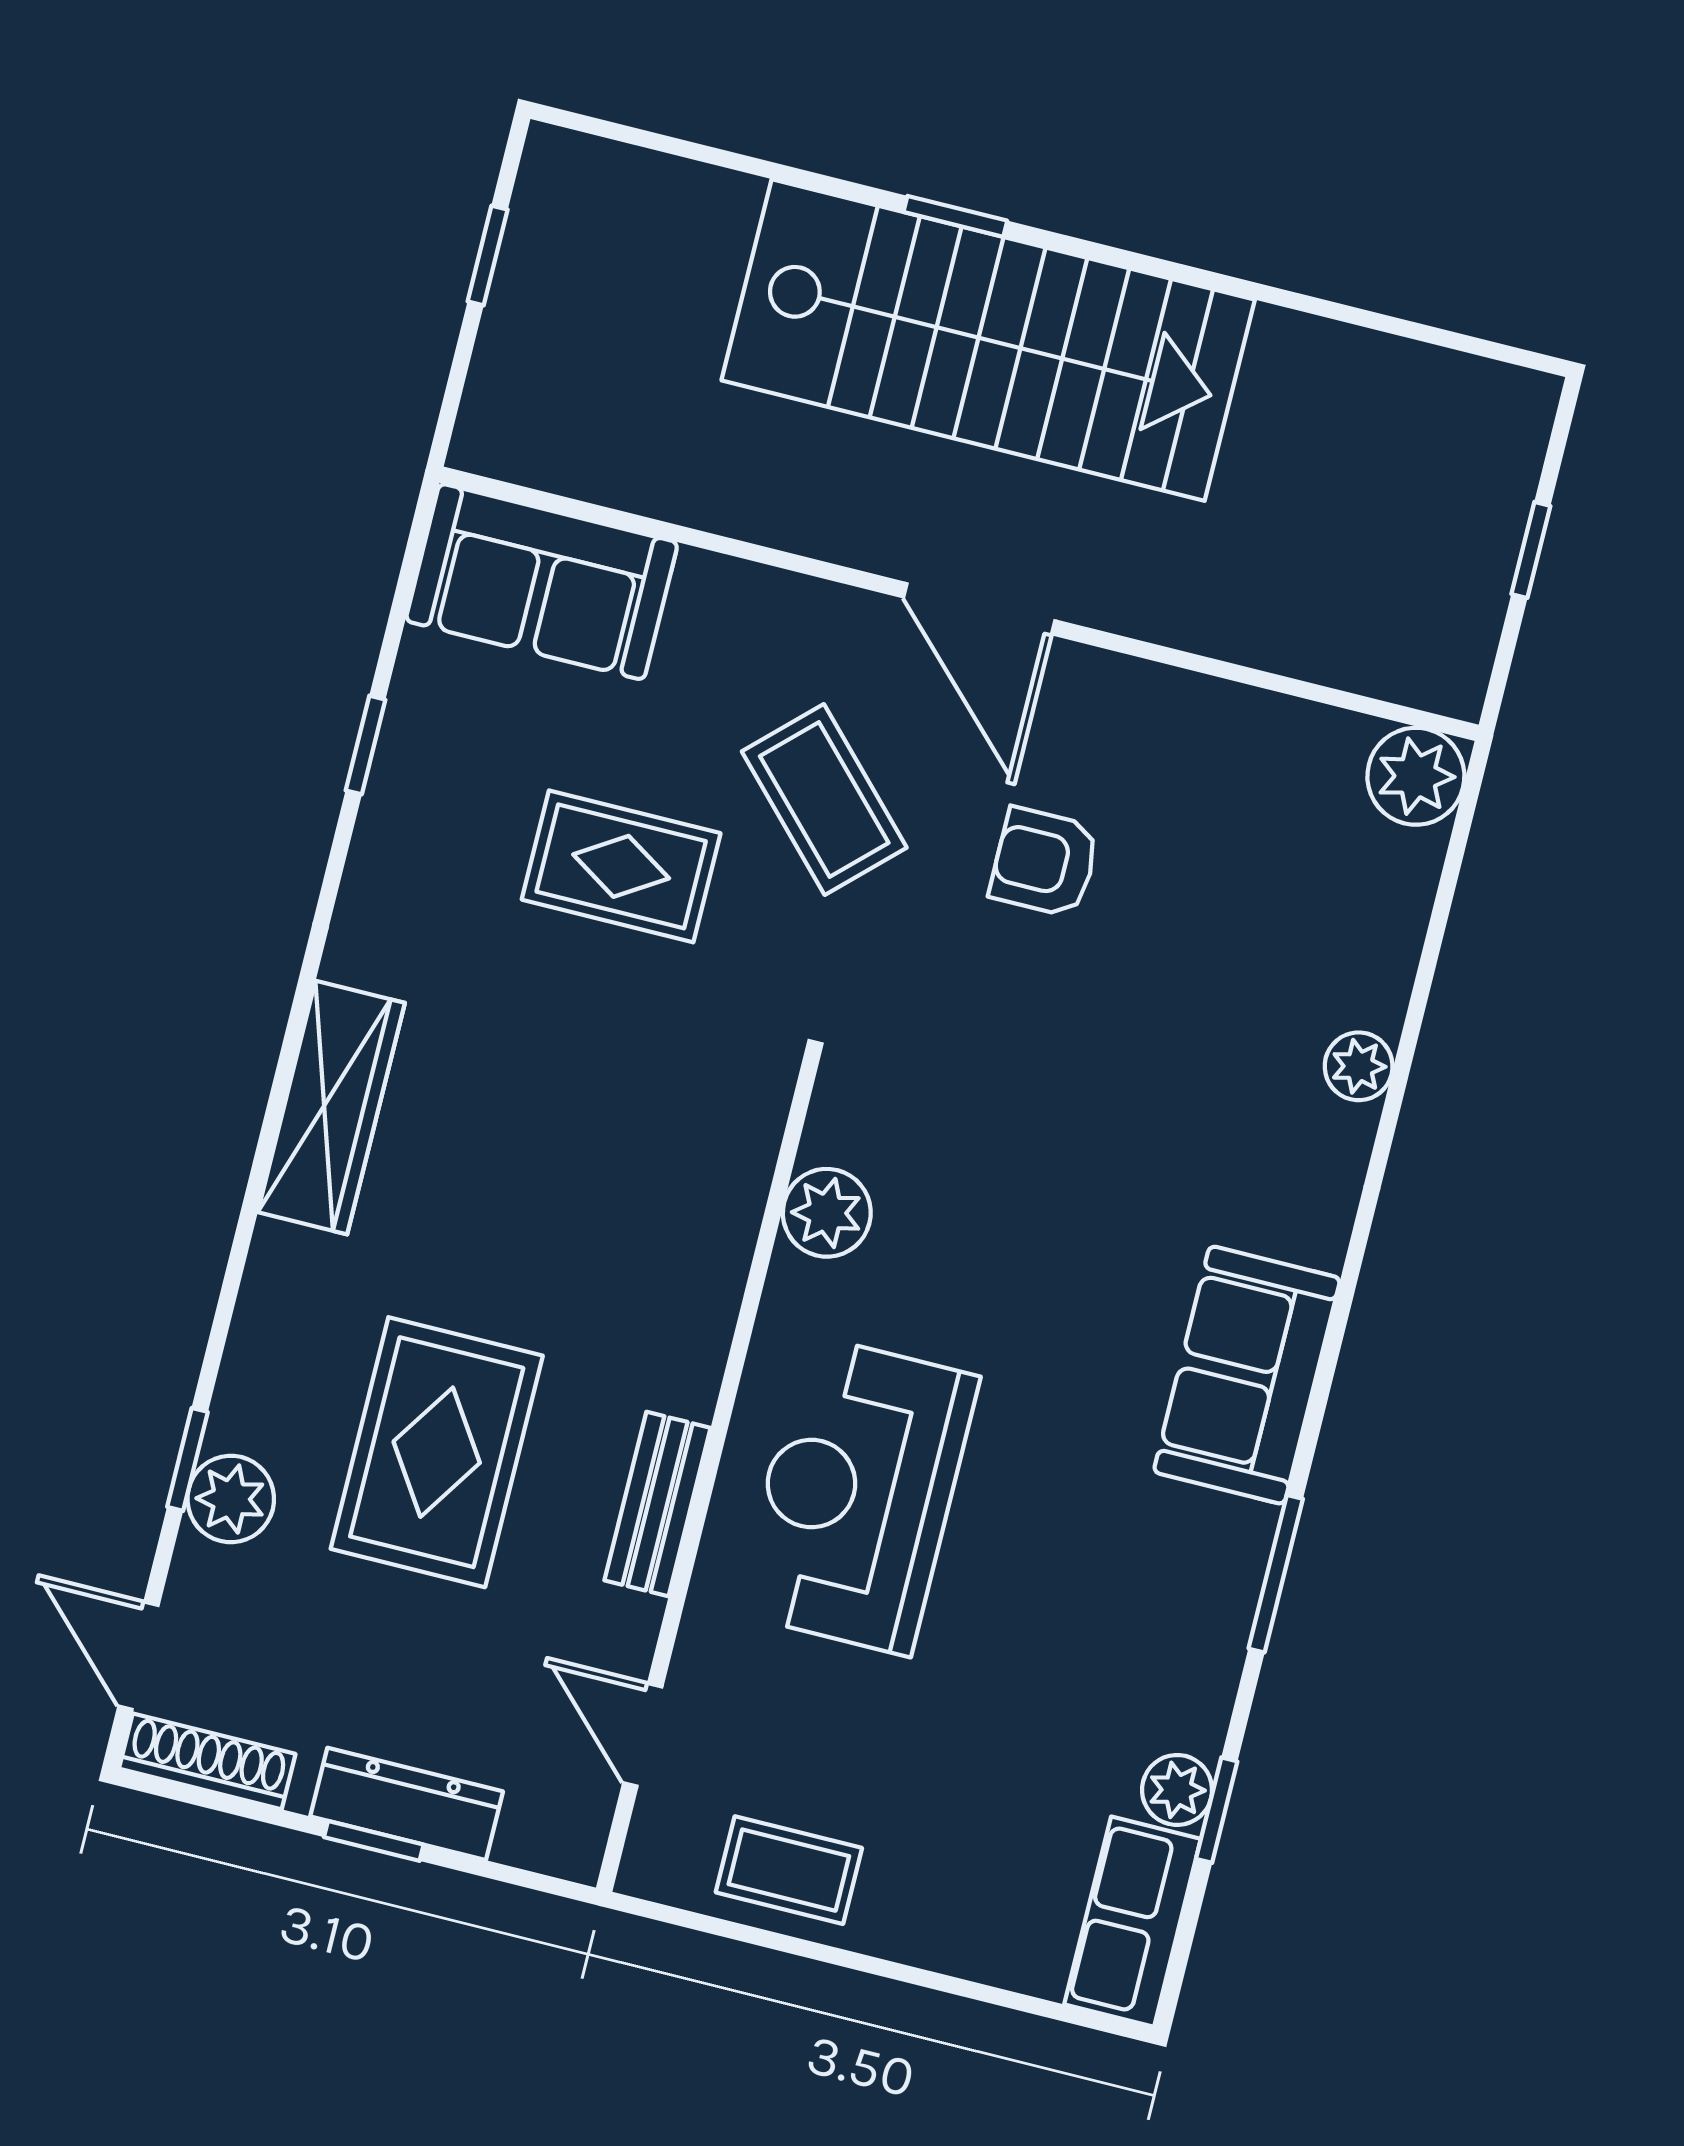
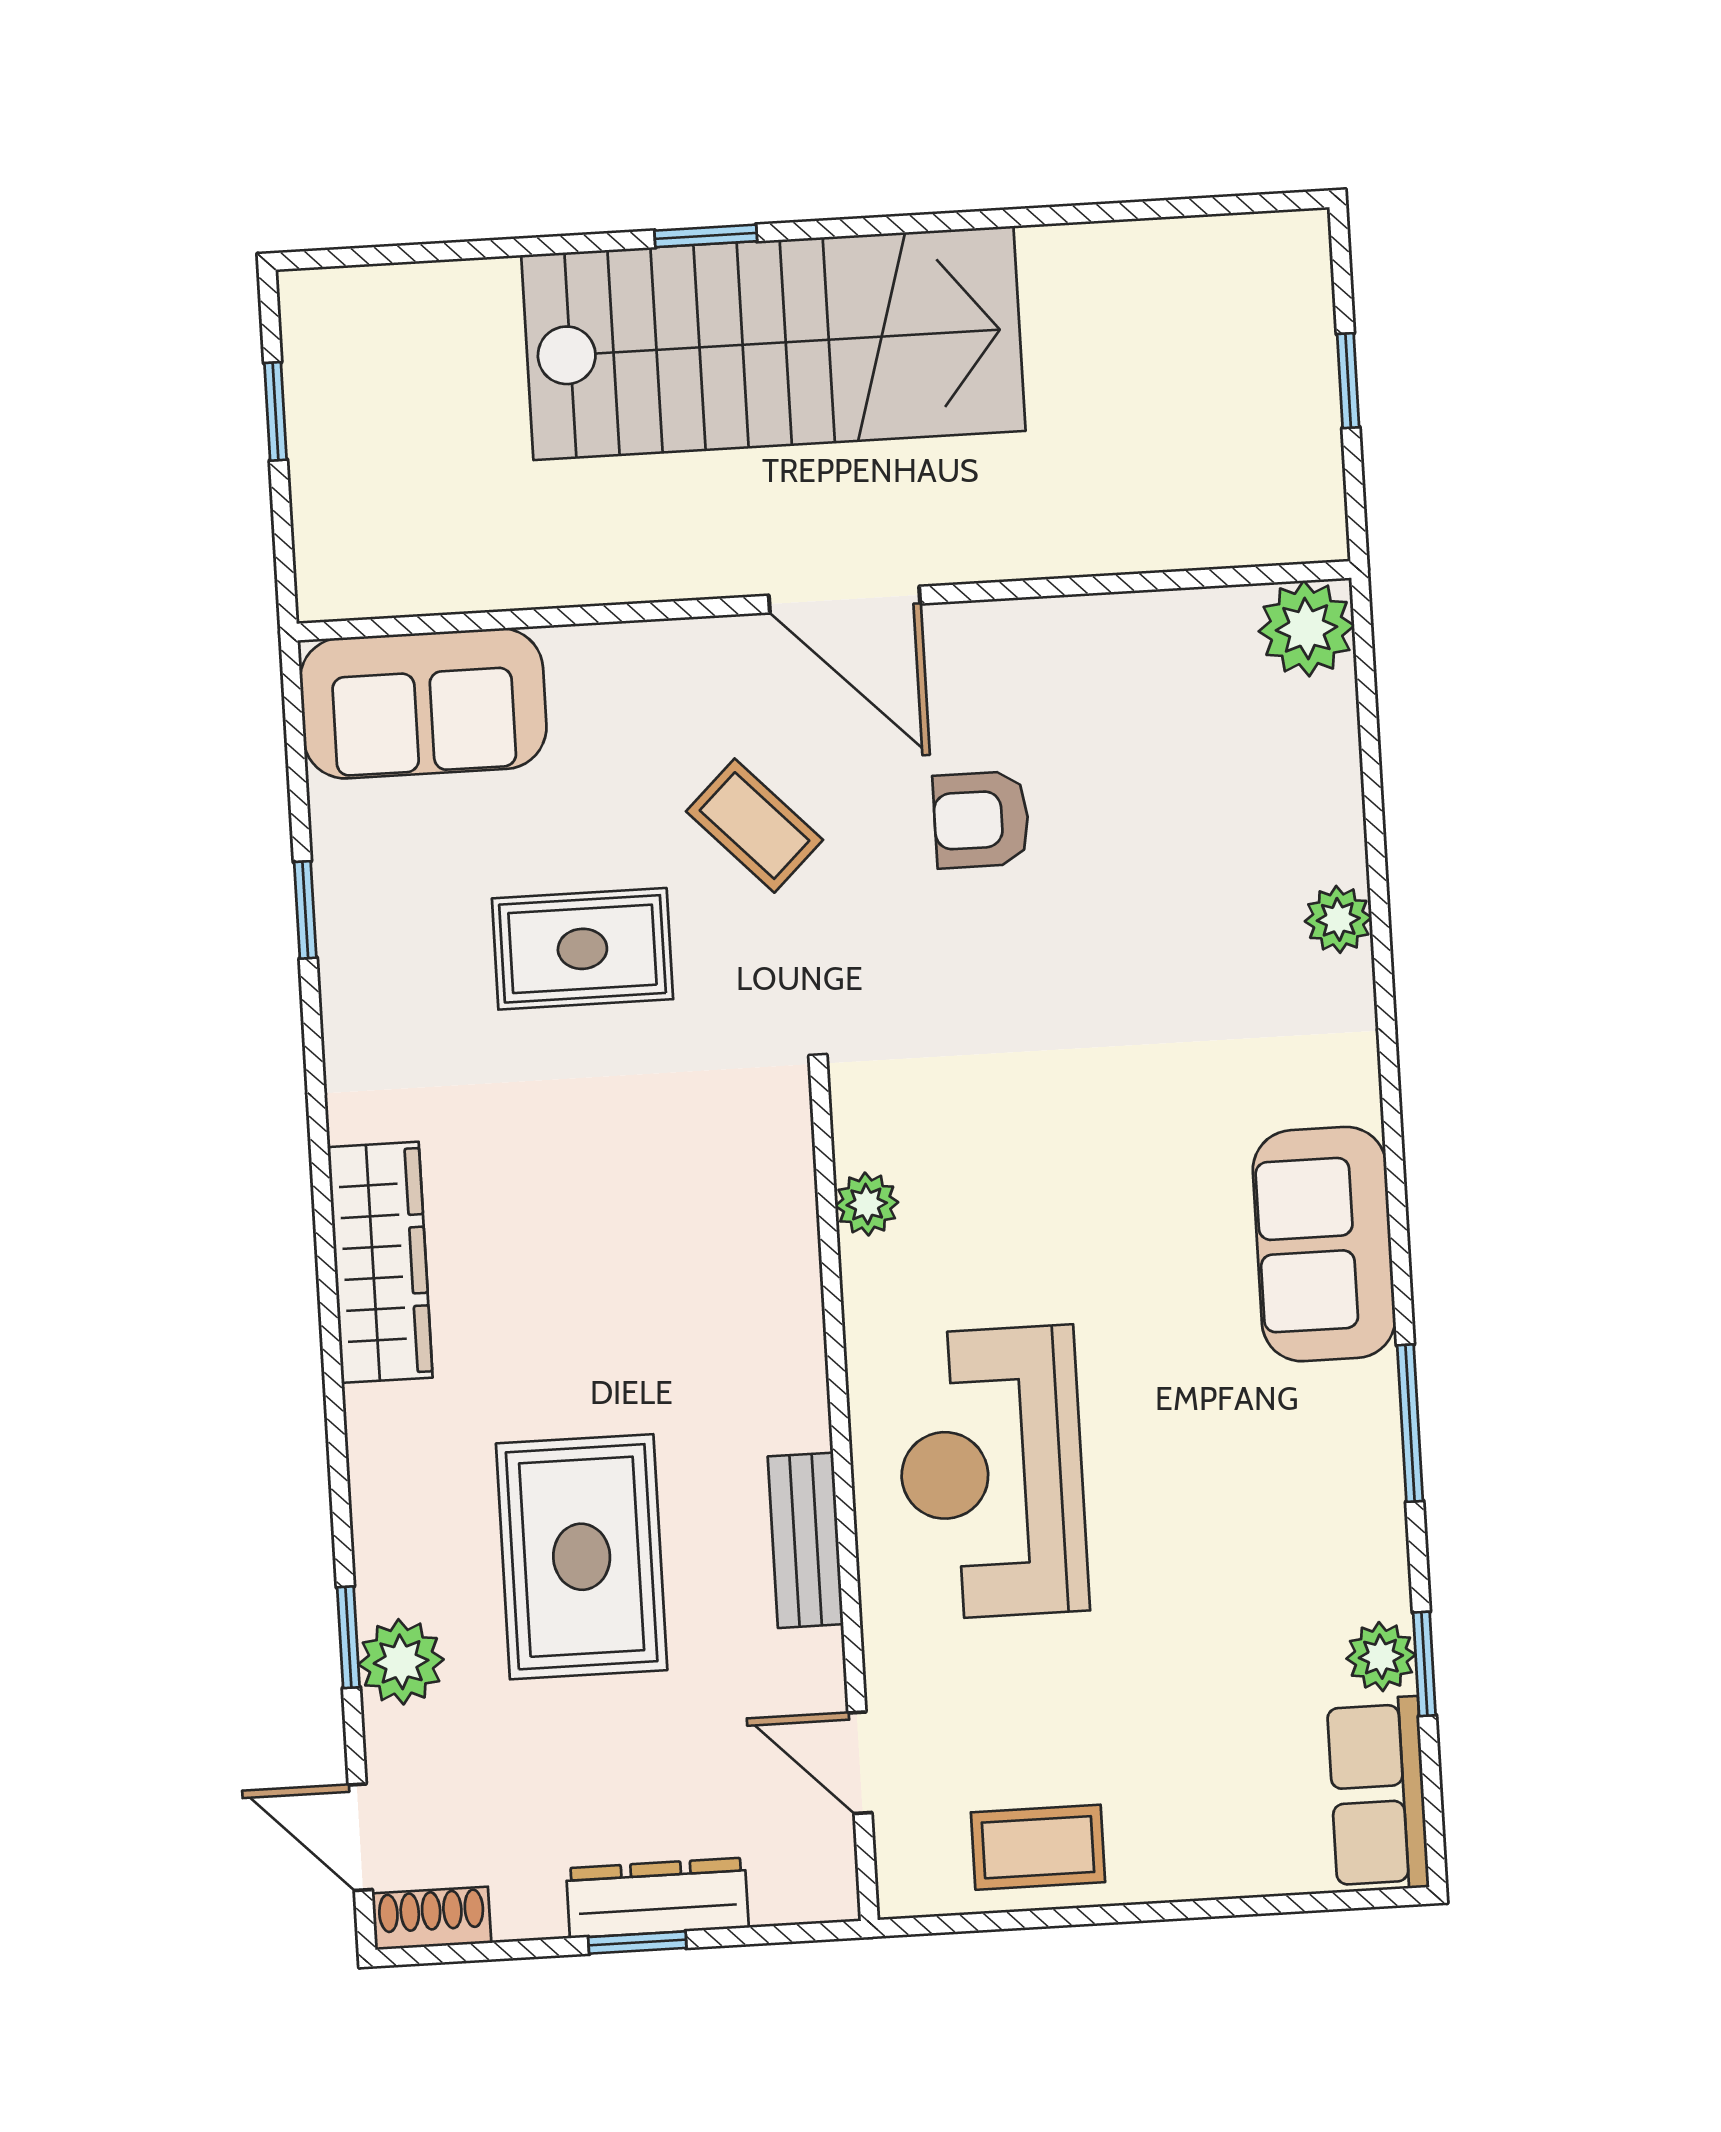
coffee table: (824, 800) -> (755, 826), width x0.73, depth x0.77
plant: (827, 1213) -> (867, 1204), width x0.73, depth x0.73
shoe rack: (207, 1761) -> (432, 1918), width x0.70

